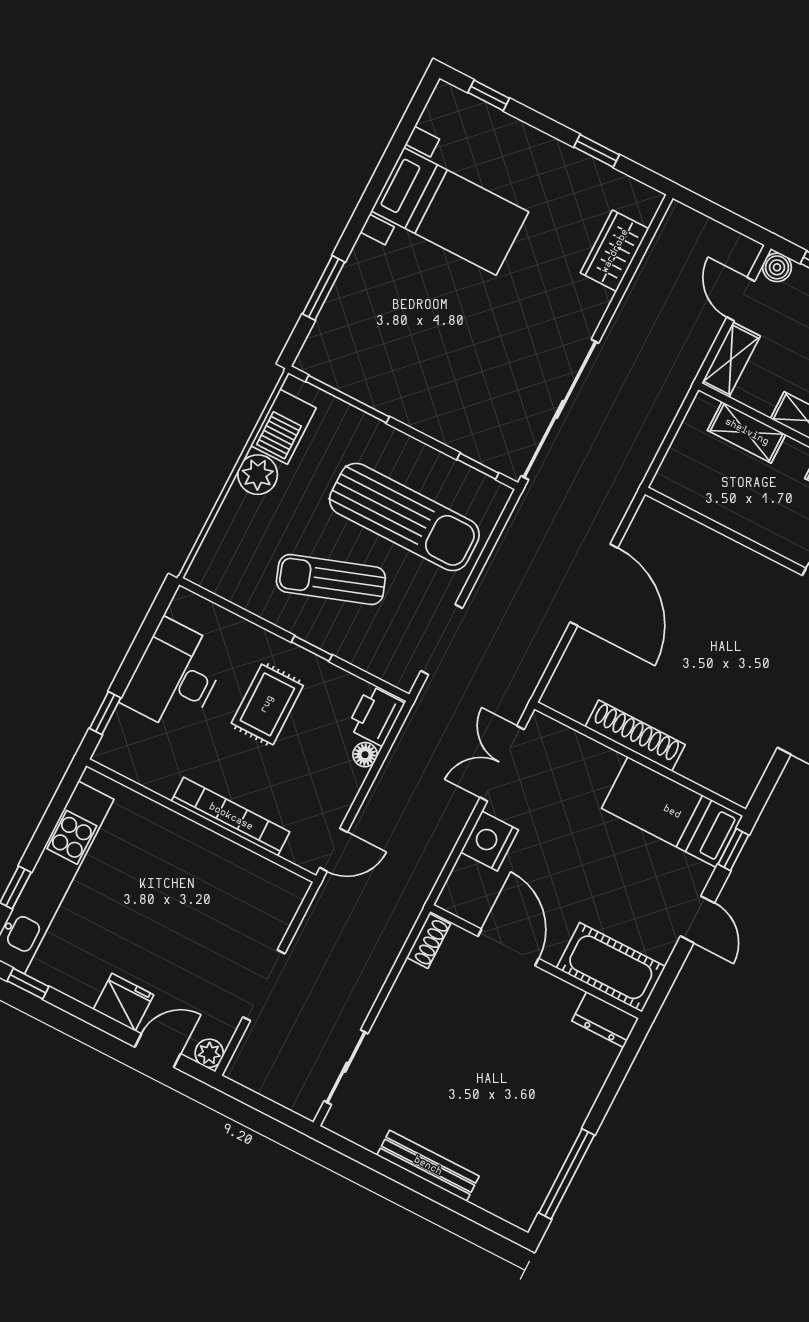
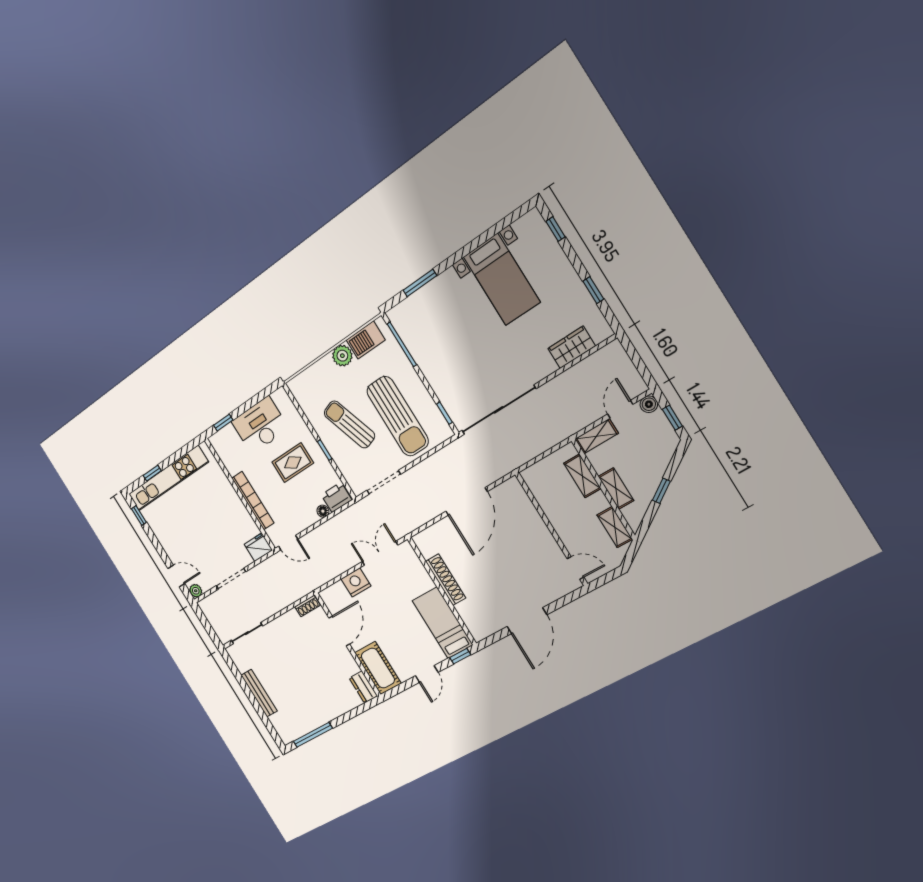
fridge: (123, 1002) -> (258, 547), moved, turned -90

